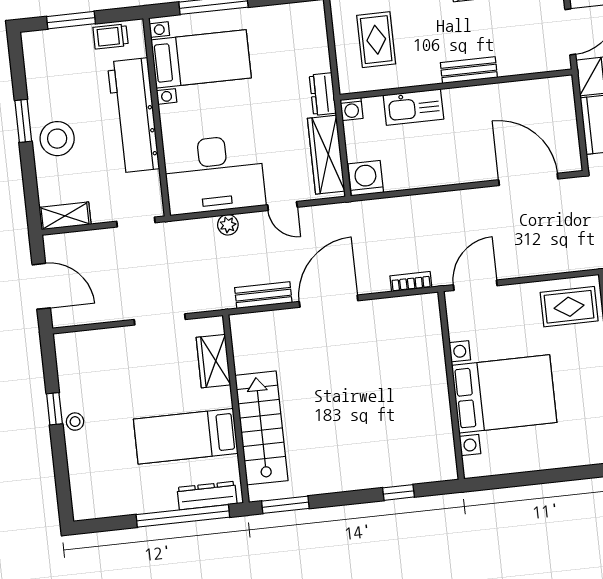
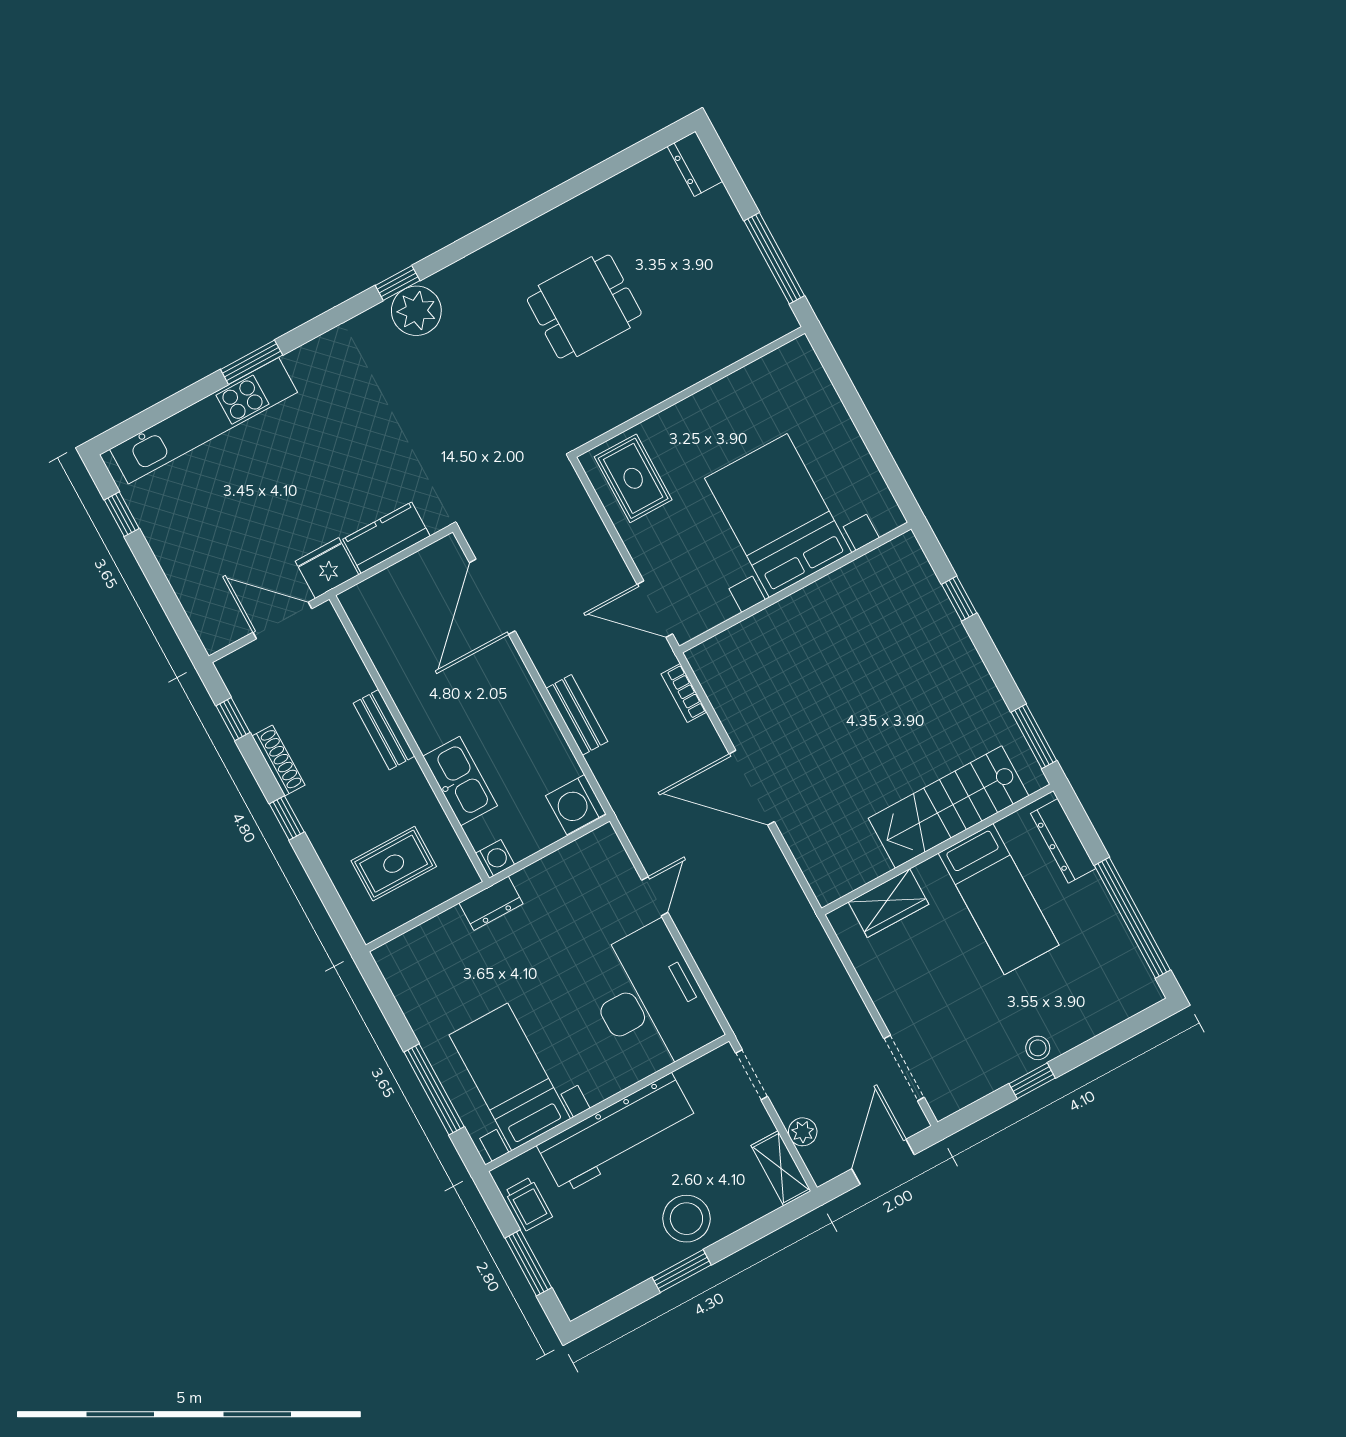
wardrobe: (326, 155) -> (566, 867), removed
plant: (228, 225) -> (803, 1132), moved
bench: (263, 295) -> (577, 715), moved
doorway: (160, 319) -> (904, 1068), moved
window: (183, 516) -> (1132, 918), moved

